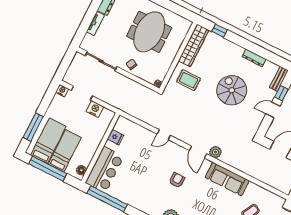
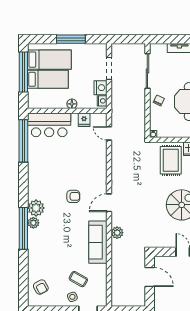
rug: (188, 80) -> (171, 160), width x1.36, depth x1.43
nightstand: (62, 91) -> (102, 101), moved
window: (33, 127) -> (71, 39), moved
door: (164, 135) -> (109, 133), moved
plant: (215, 152) -> (117, 233), moved
floor lamp: (81, 170) -> (72, 104), moved

